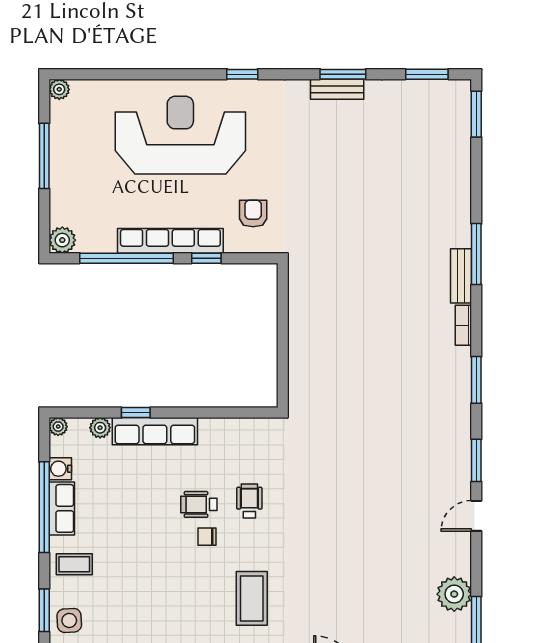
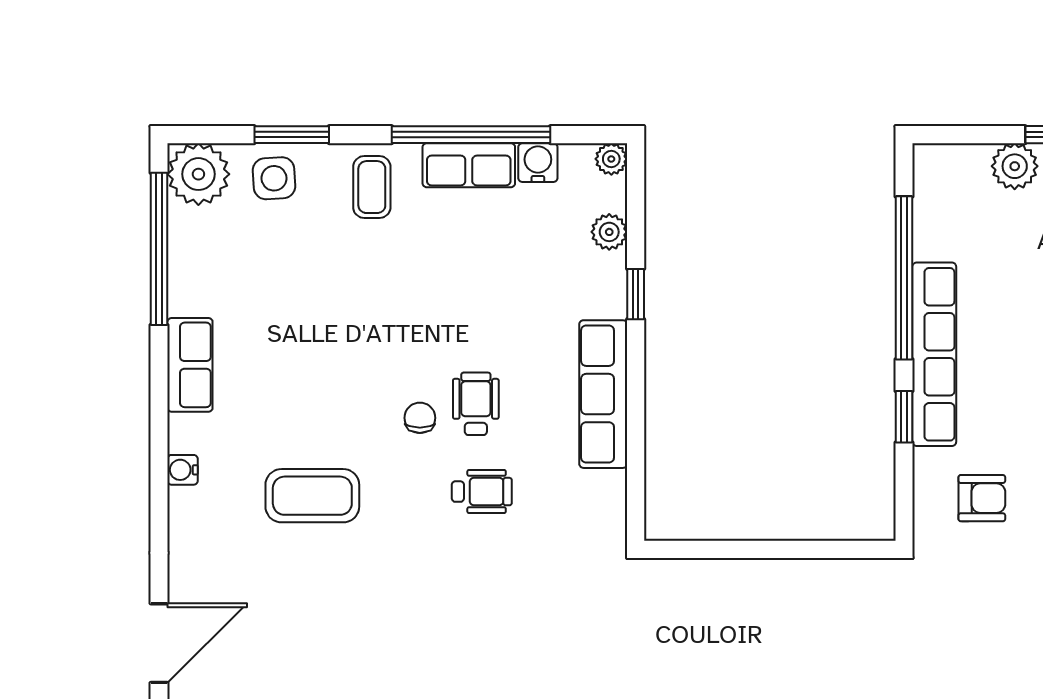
plant: (62, 240) -> (1015, 166), moved
row of seats: (155, 431) -> (603, 394), moved

